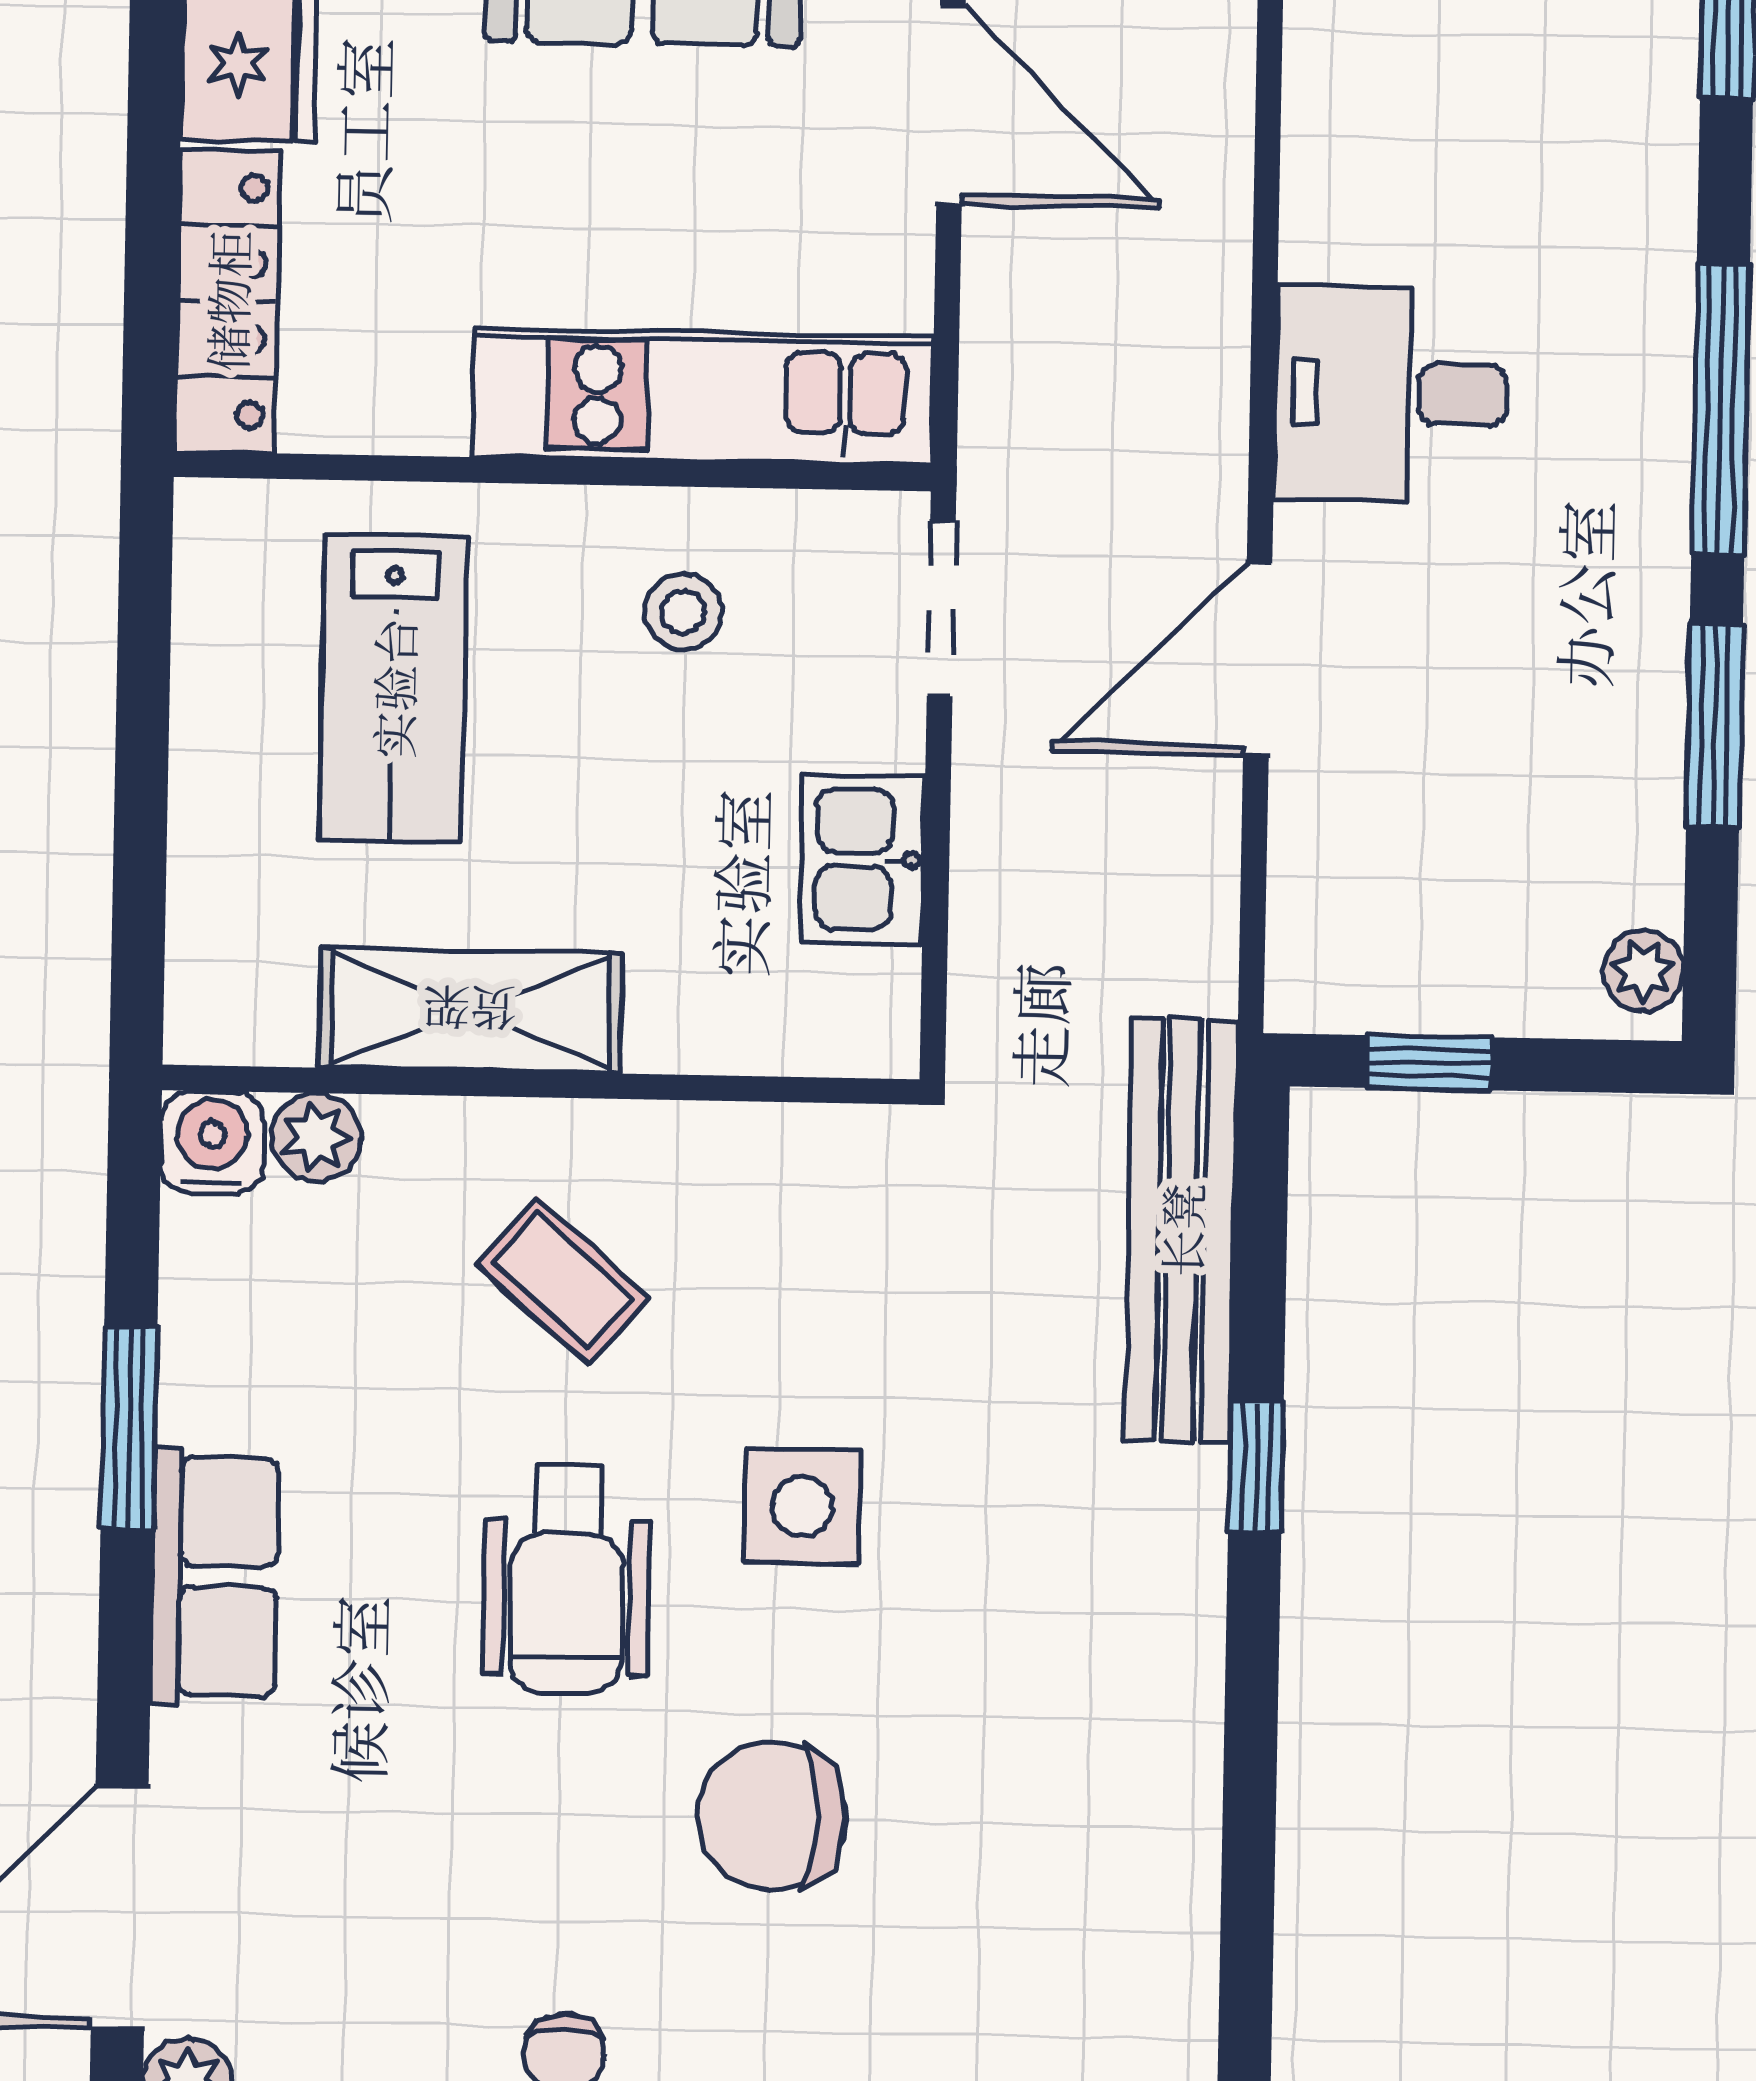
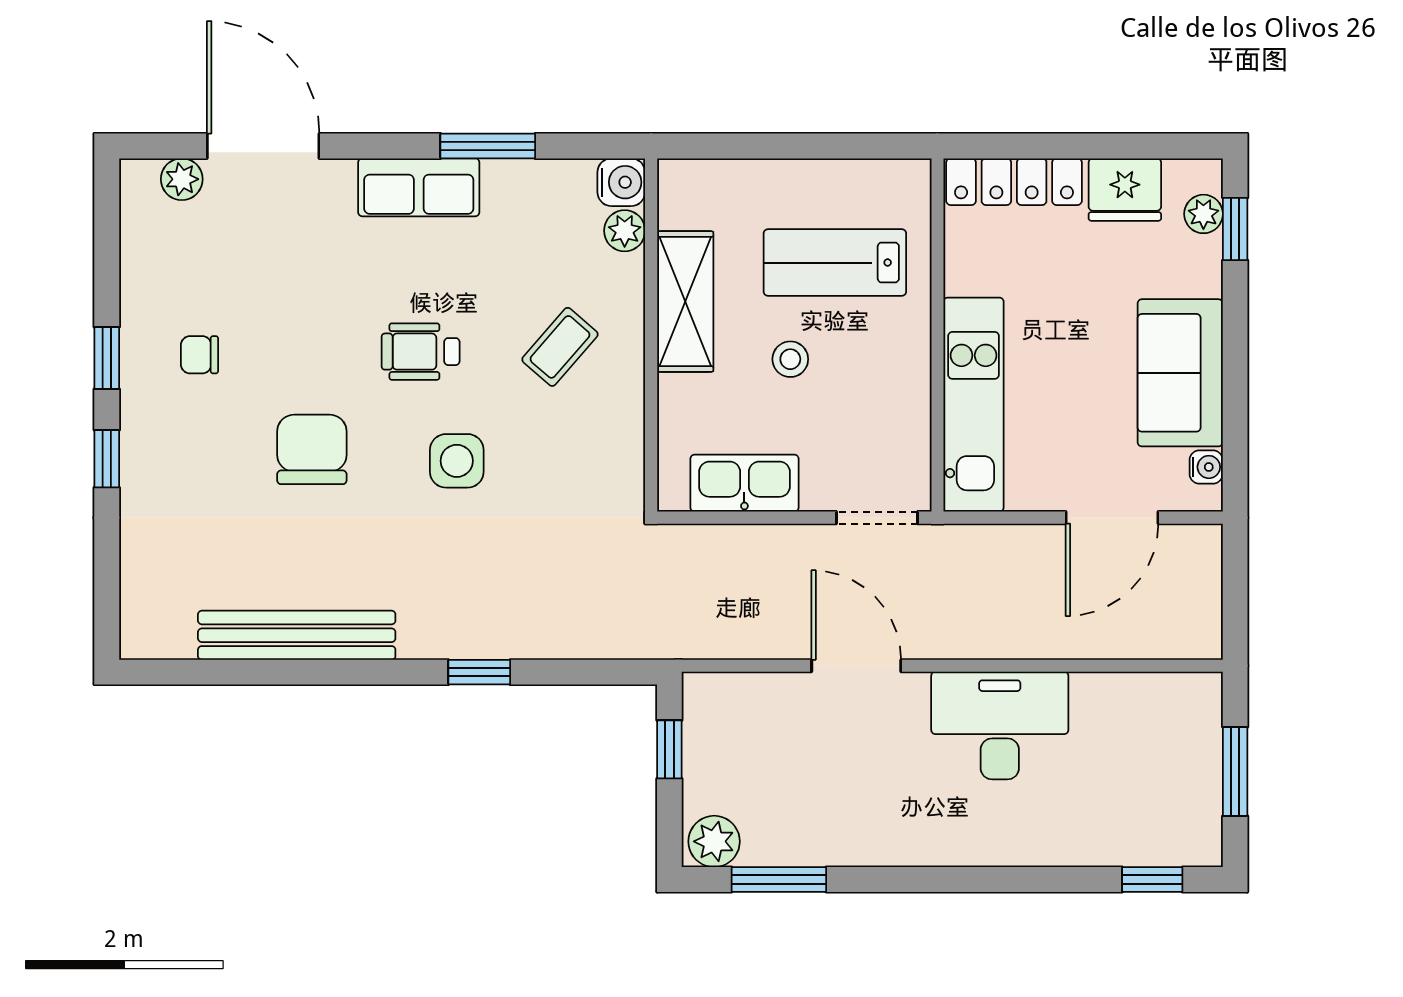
desk: (1391, 394) -> (1000, 726), width x1.37
window: (1721, 409) -> (977, 879), removed
stool: (683, 612) -> (790, 359), moved
window: (1714, 725) -> (779, 879), moved
kitchen sink: (863, 859) -> (744, 483), width x1.38
plant: (1643, 971) -> (714, 841), width x1.38, depth x1.38
bench: (1181, 1230) -> (297, 635), moved
wheelchair: (567, 1579) -> (421, 352), width x0.73, depth x0.73

